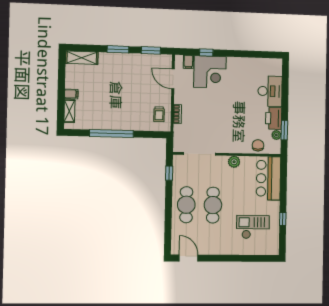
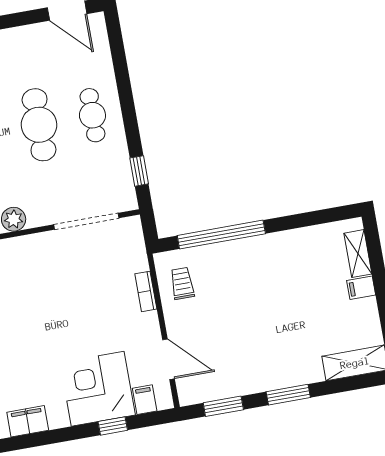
filing cabinet: (246, 63) -> (28, 421), added
window: (111, 134) -> (221, 235), moved
cafe table: (186, 205) -> (92, 115), width x0.73, depth x0.74

